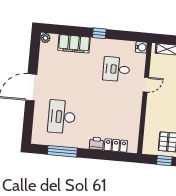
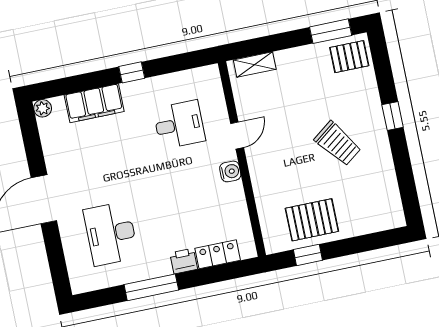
water cooler: (141, 47) -> (230, 171), moved
desk: (116, 69) -> (179, 125), turned 180
window: (62, 151) -> (151, 287), moved

